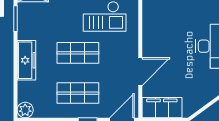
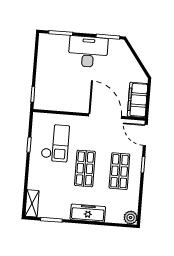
door: (140, 72) -> (105, 116), width x1.36

